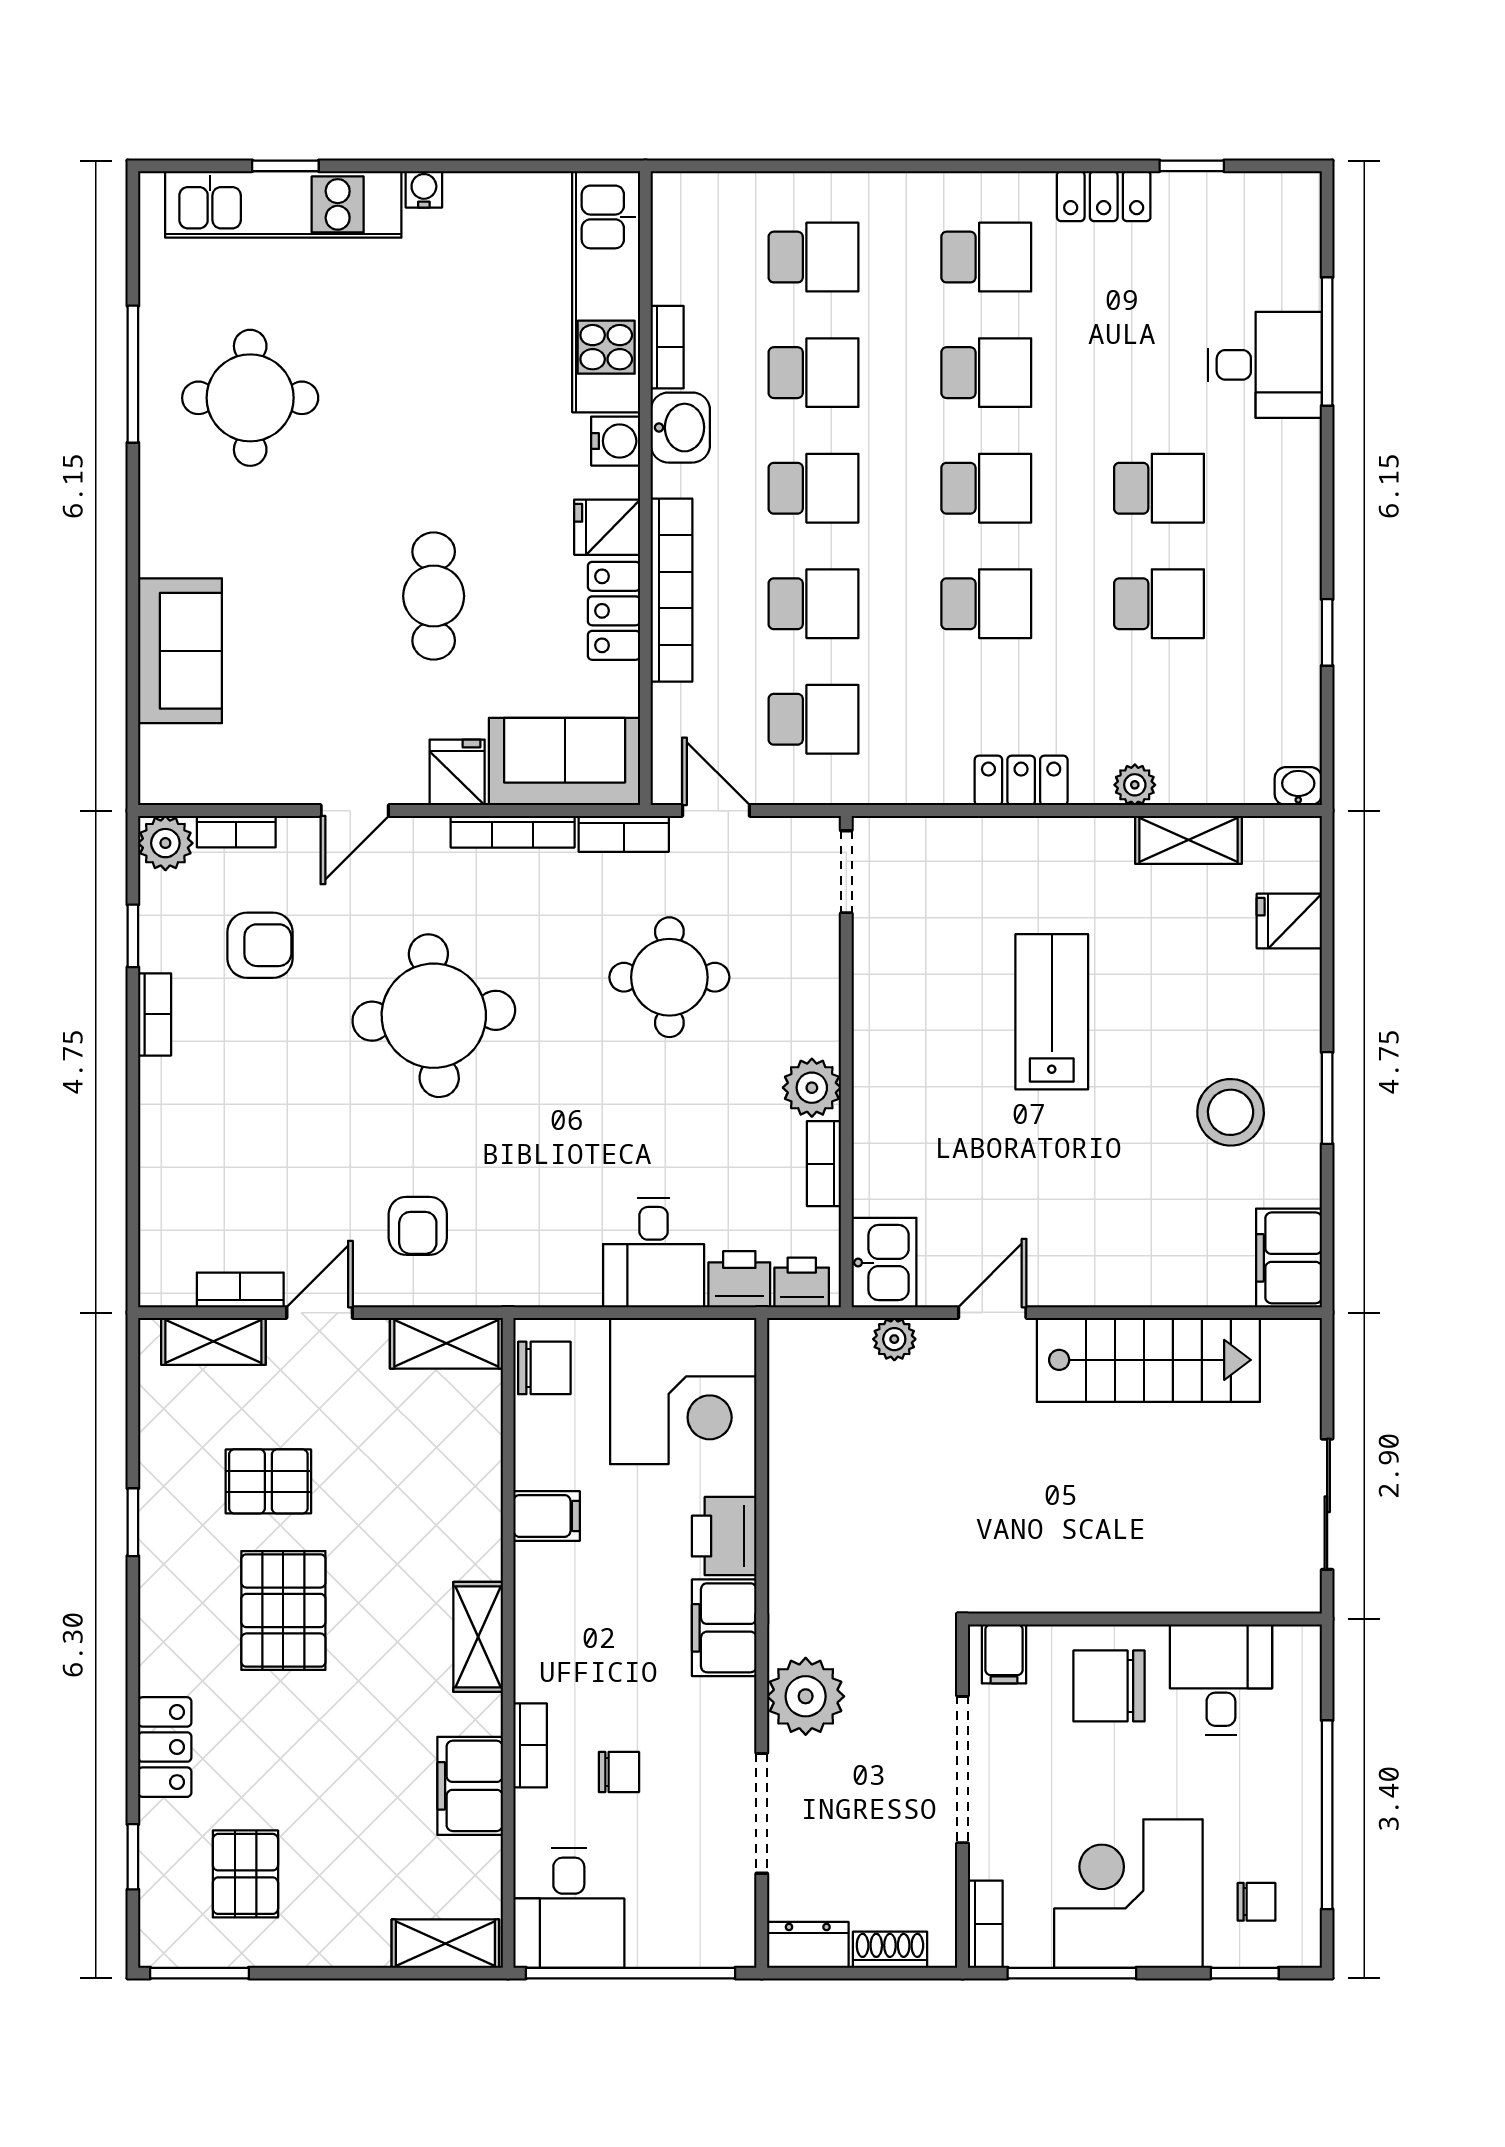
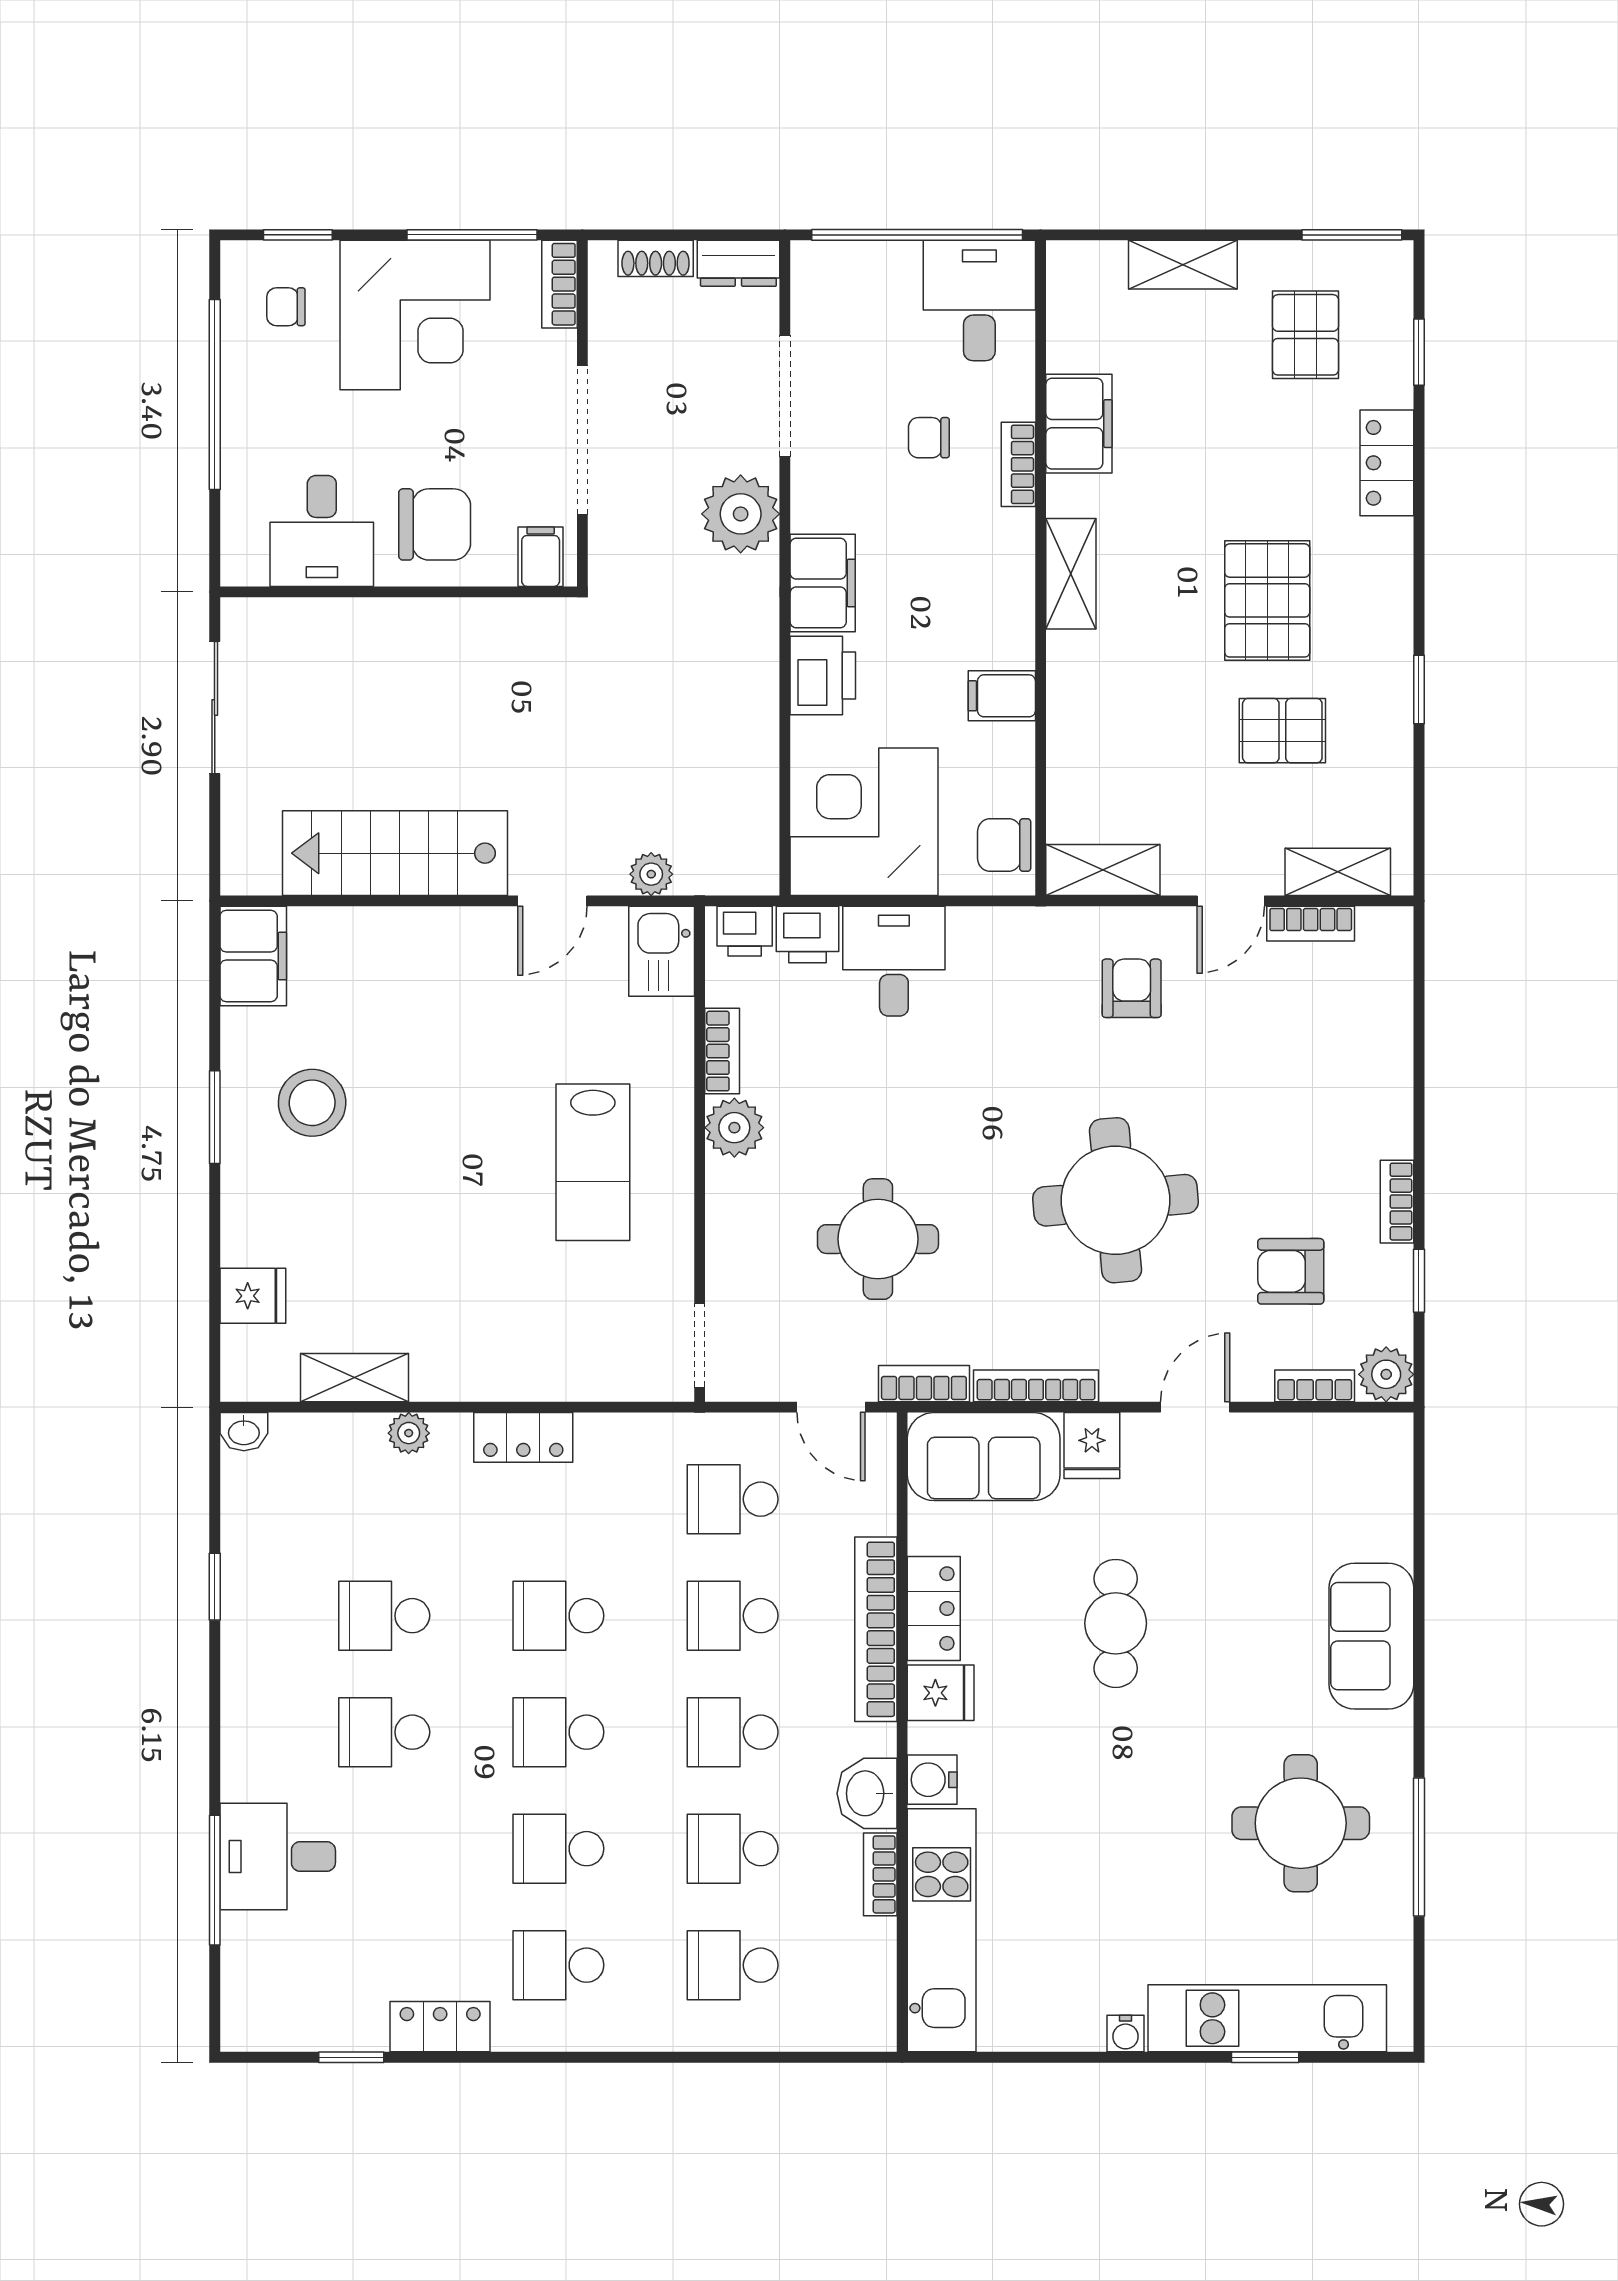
sofa: (180, 651) -> (1371, 1636), moved
lab bench: (1052, 1012) -> (593, 1162), moved
shelving: (445, 1944) -> (1183, 265), moved

